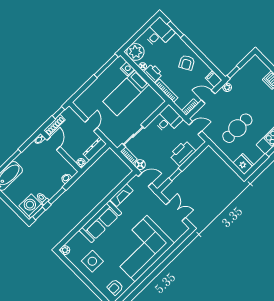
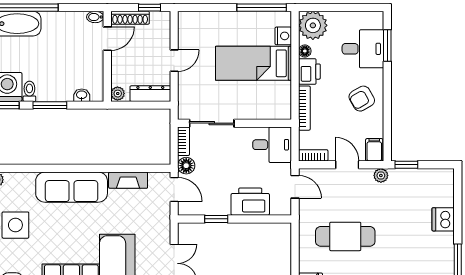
desk: (159, 33) -> (363, 49), moved

